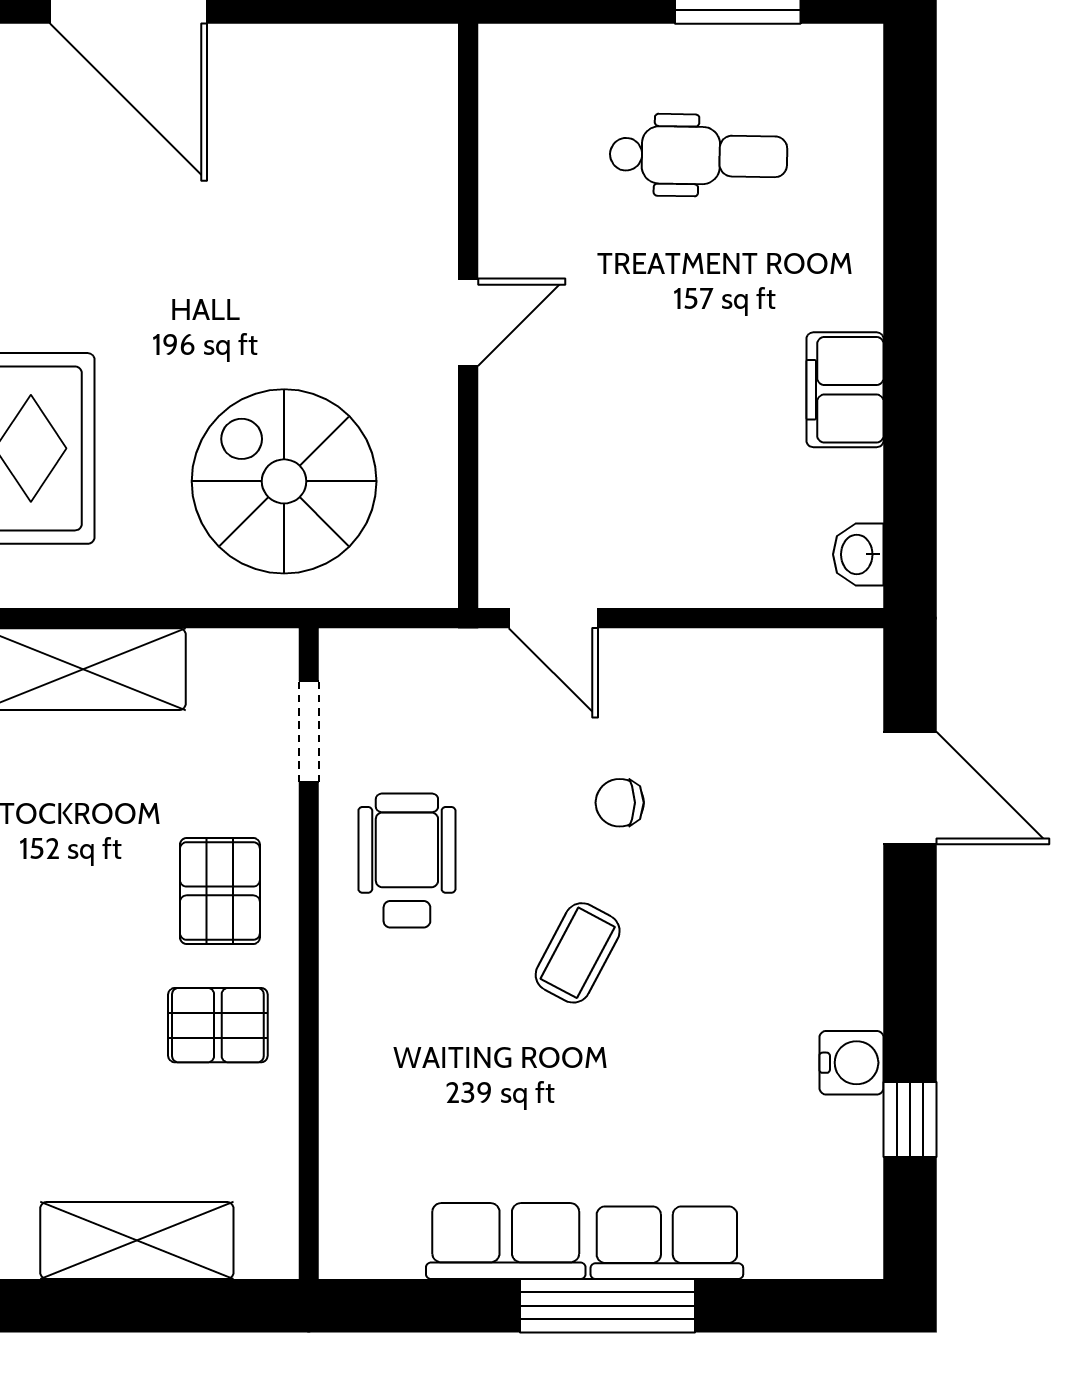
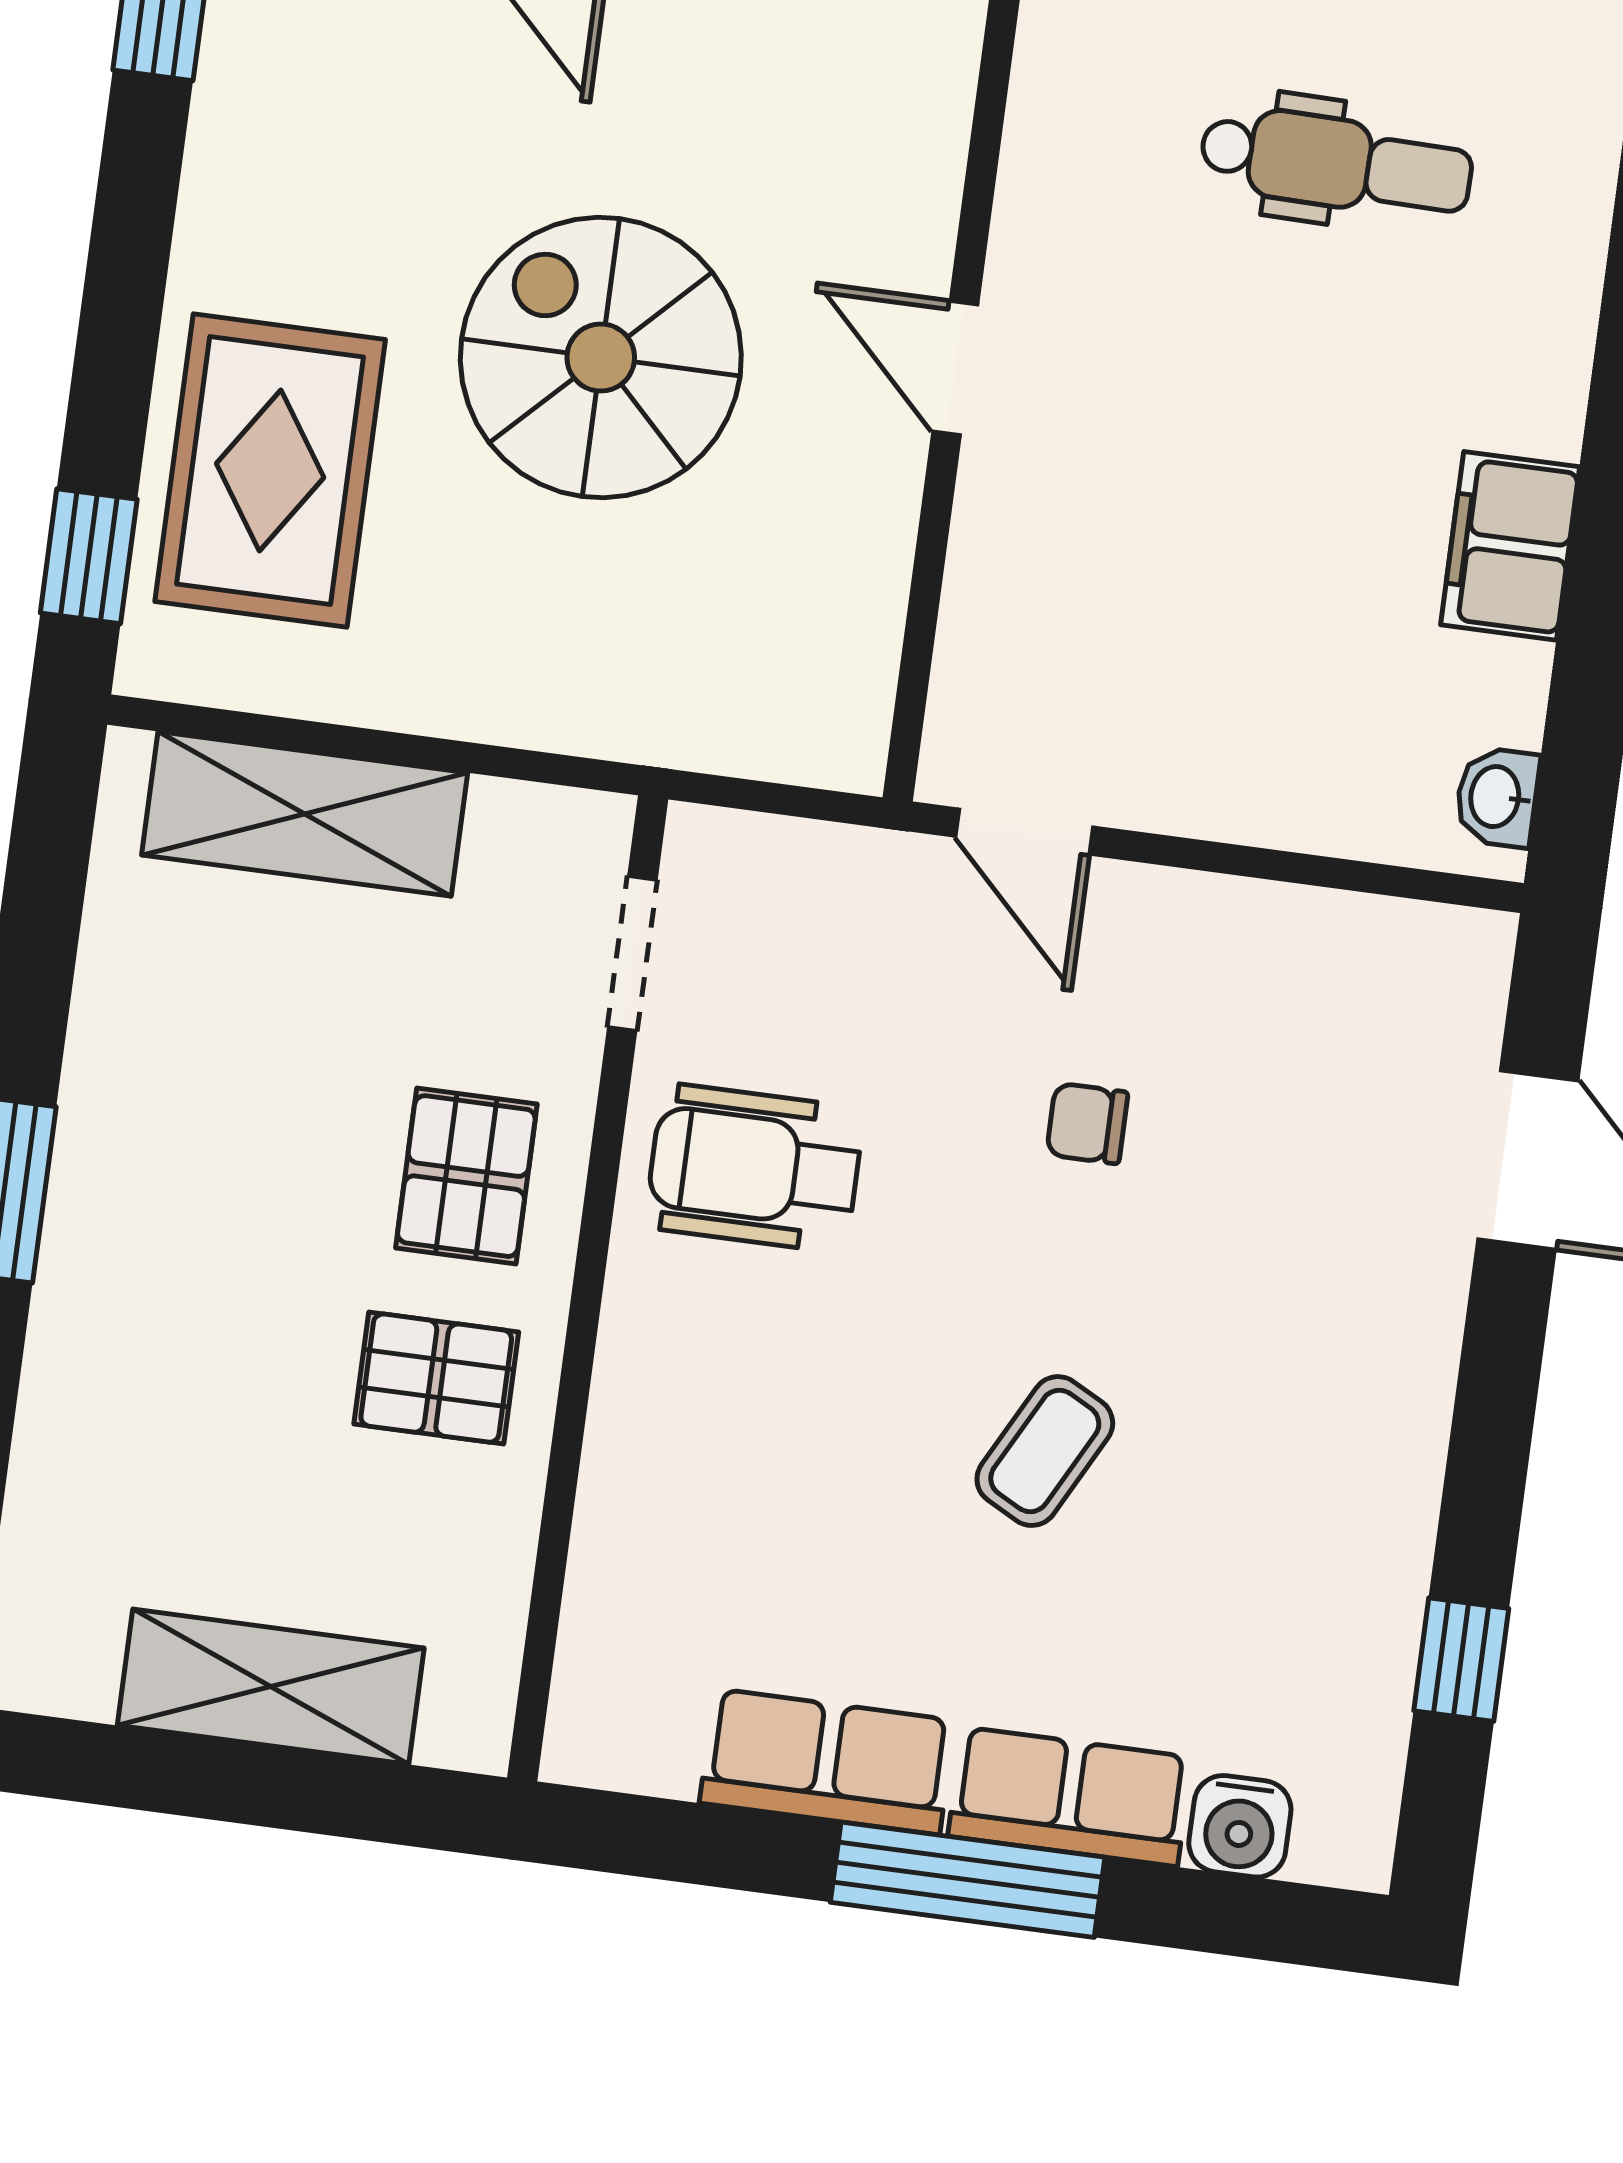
door: (468, 322) -> (955, 368), swing flipped
spiral stairs: (284, 481) -> (601, 358), moved
wheelchair: (407, 861) -> (755, 1168), turned -90
coffee table: (578, 953) -> (1045, 1451), moved
water cooler: (851, 1063) -> (1240, 1826), moved, turned 90

